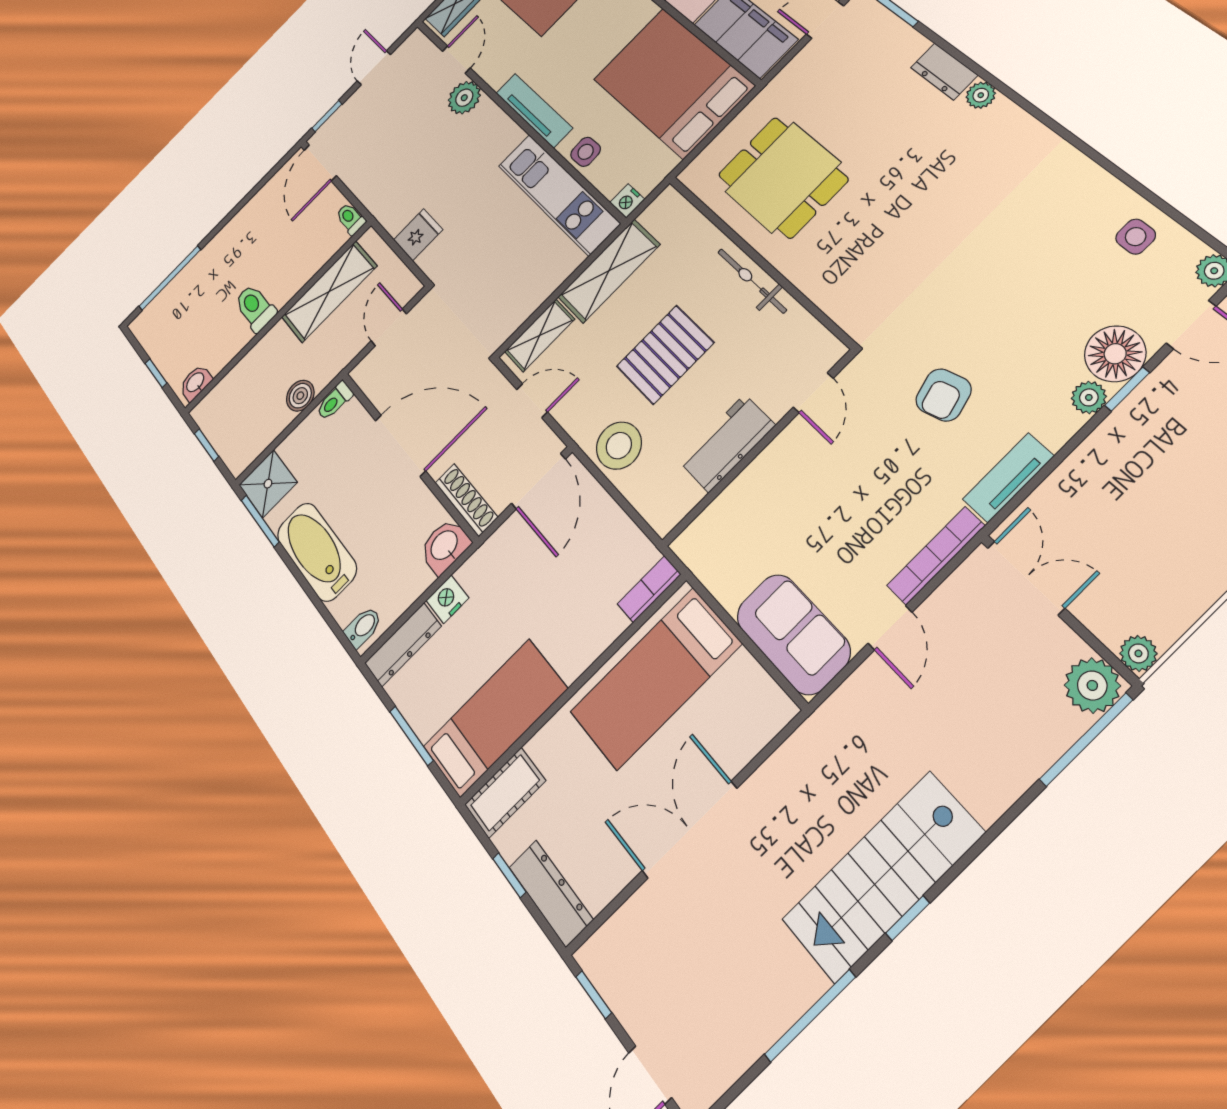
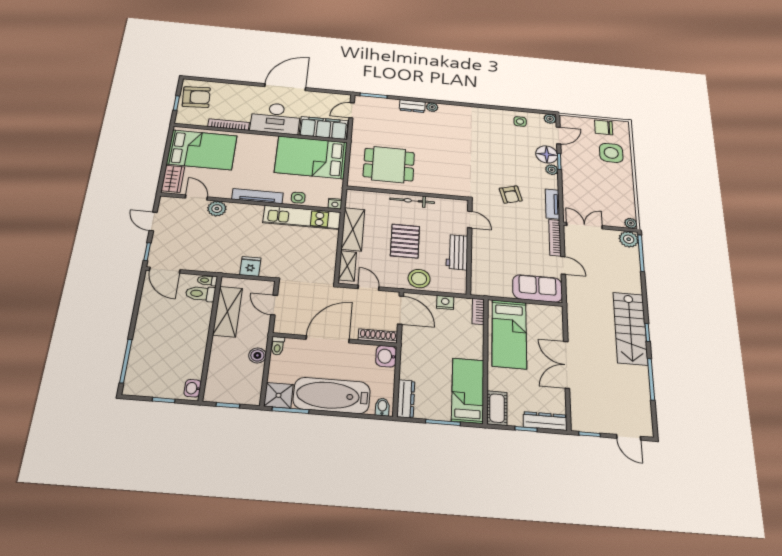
toilet: (255, 308) -> (201, 294), moved
door: (532, 401) -> (368, 288), hinge flipped
bathtub: (317, 552) -> (332, 395), width x1.36, depth x1.36
nightstand: (447, 599) -> (445, 302), moved, turned 90

